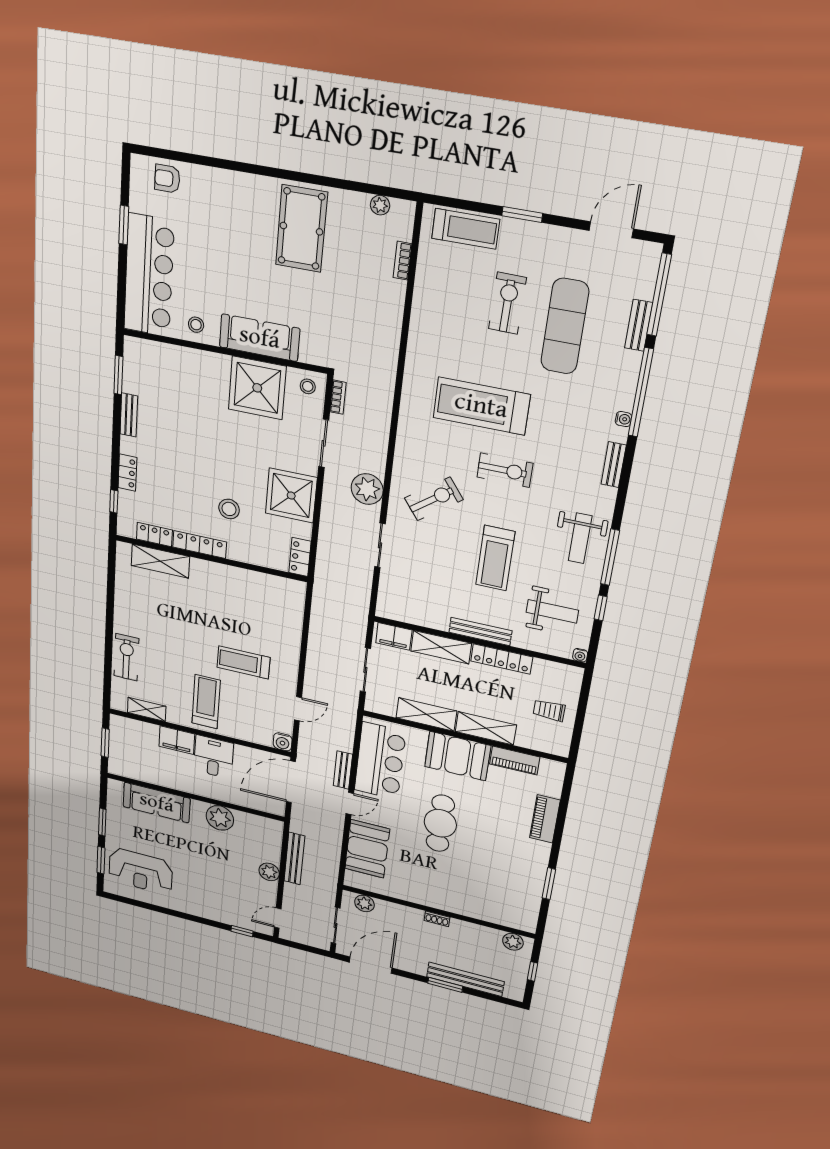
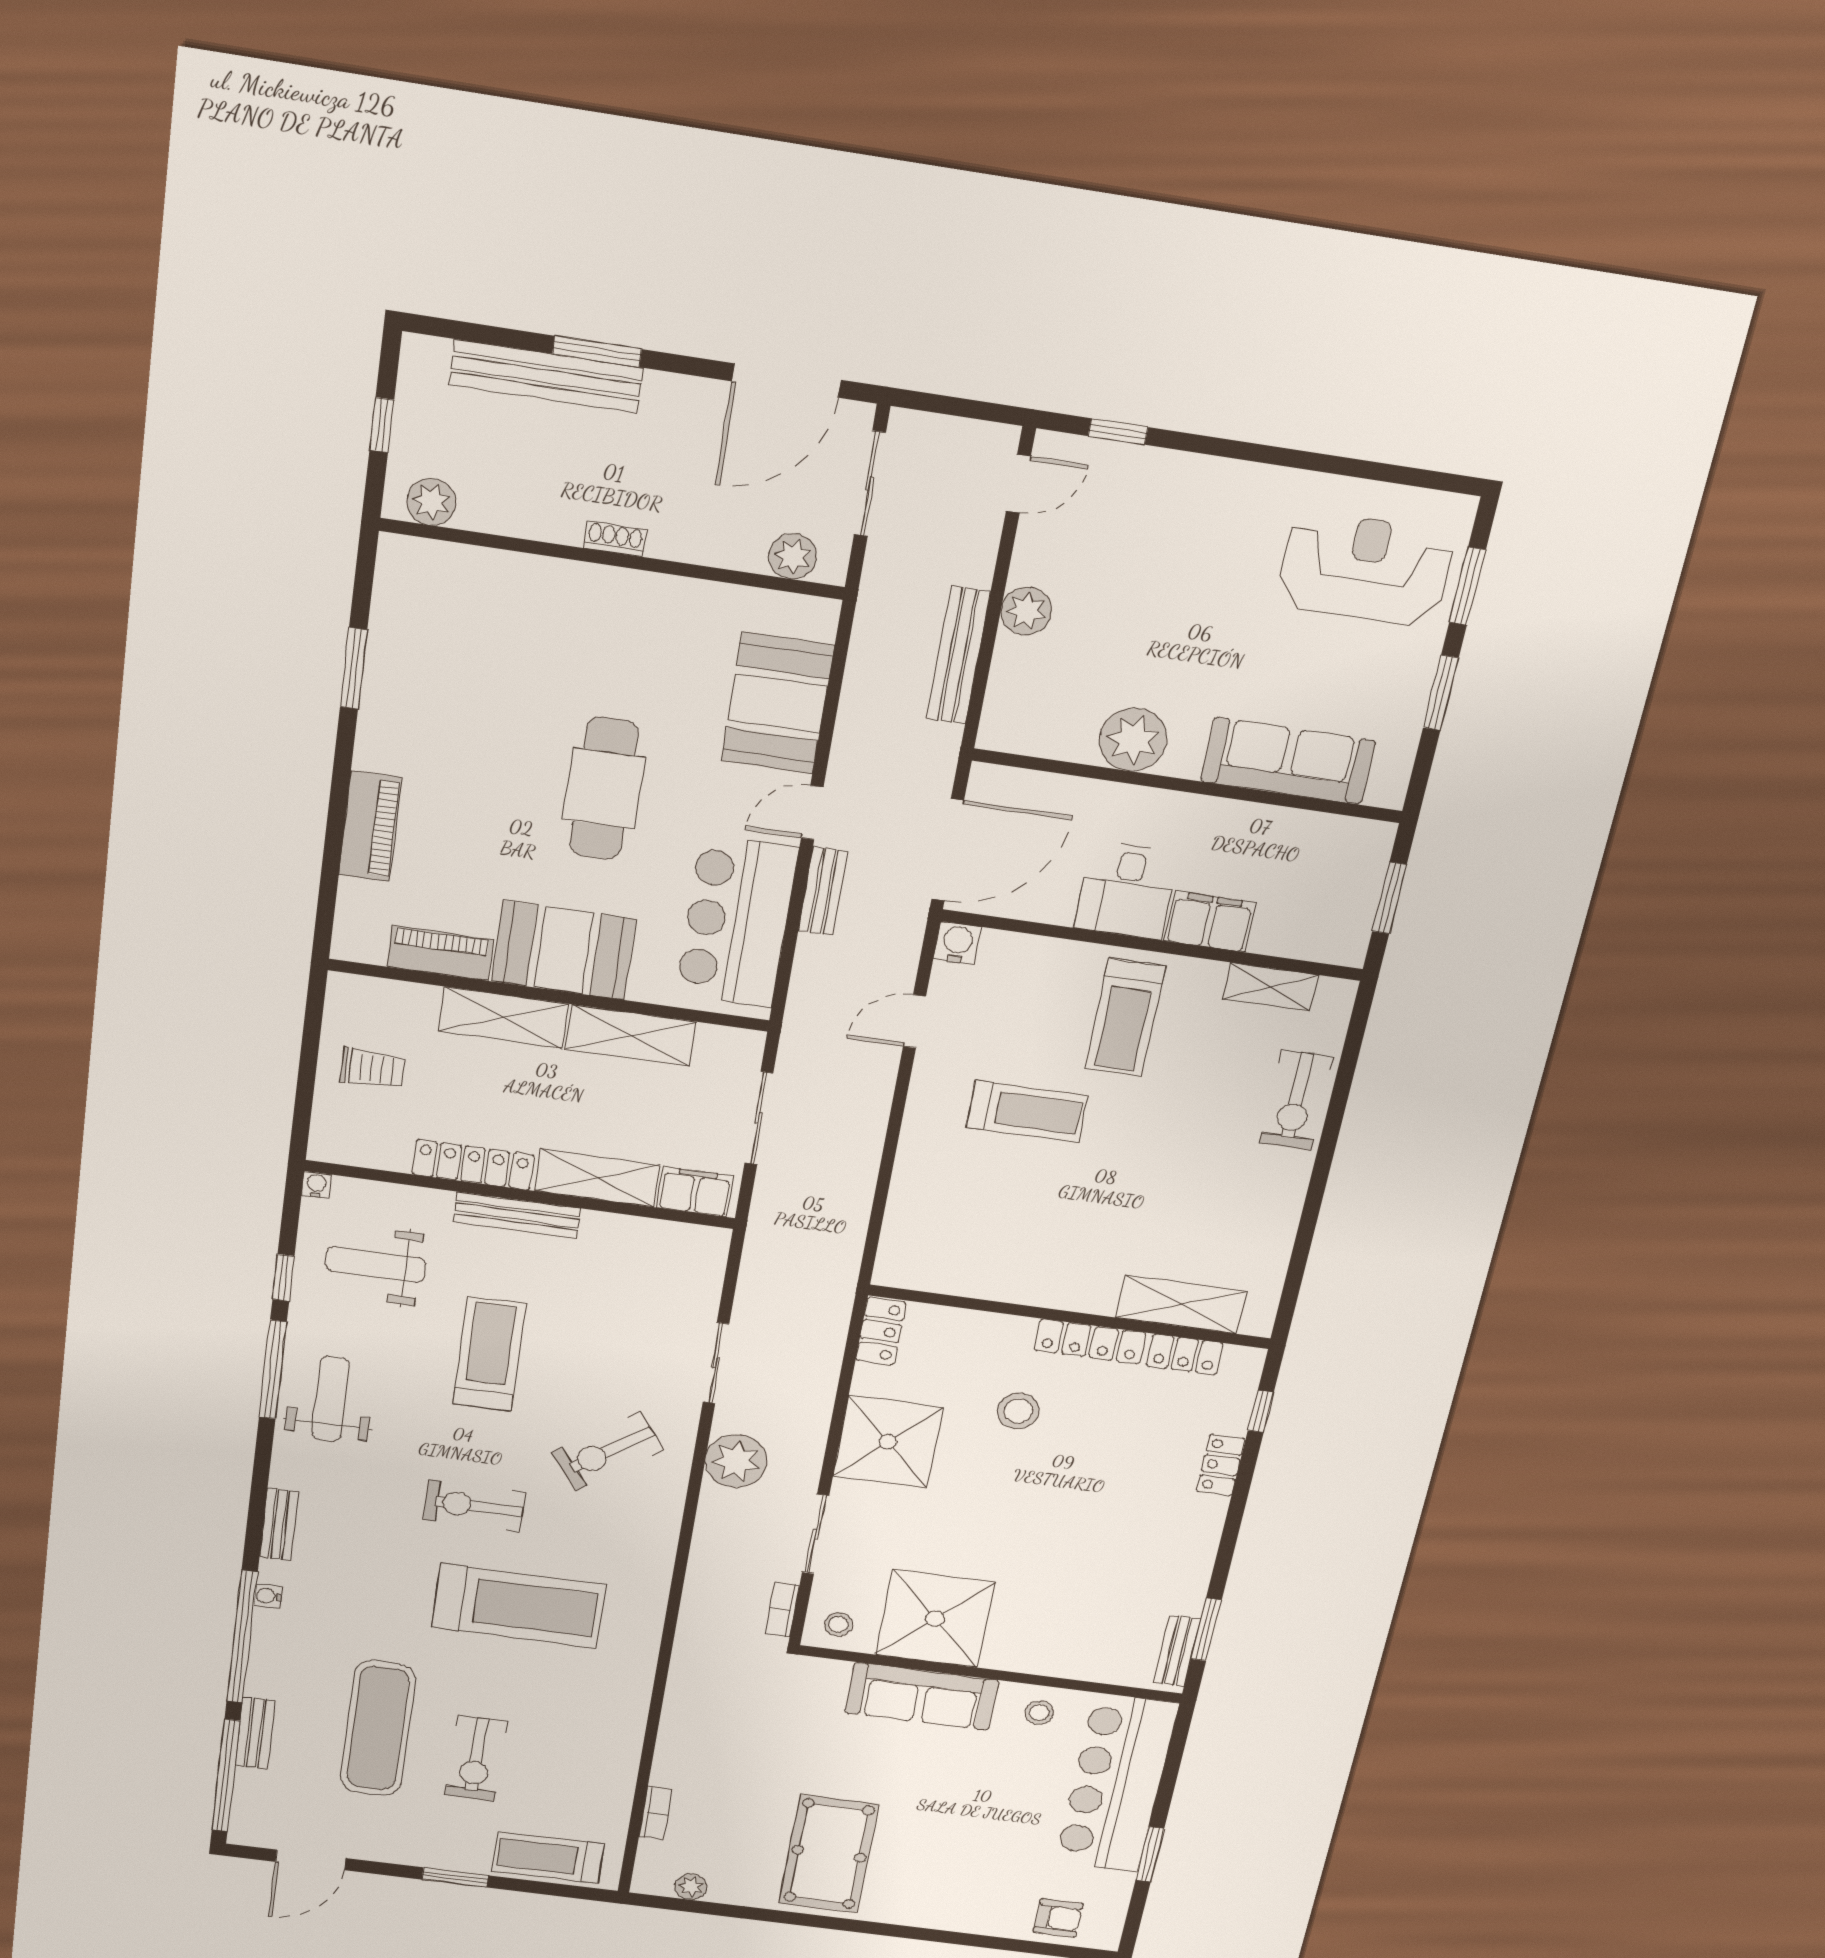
bench: (129, 415) -> (1177, 1651), moved

